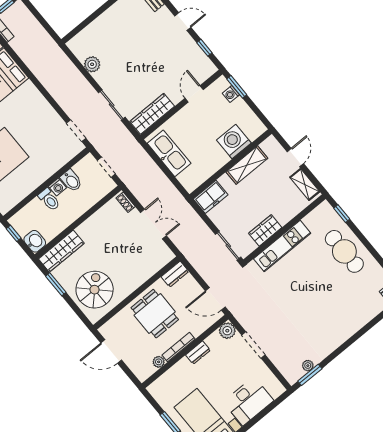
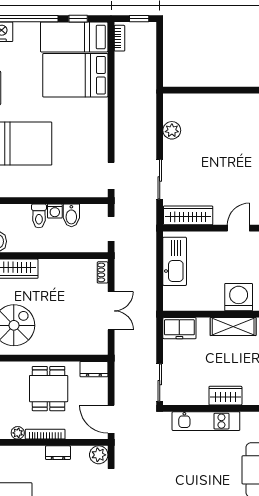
wardrobe: (265, 230) -> (225, 396), moved

